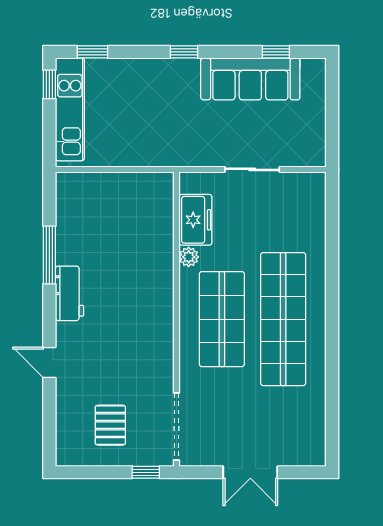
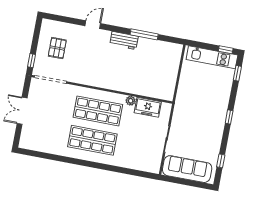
sofa: (250, 79) -> (187, 169), moved, turned 90
shop shelf: (283, 319) -> (92, 140), width x0.71
pallet: (110, 425) -> (57, 48), turned 90

